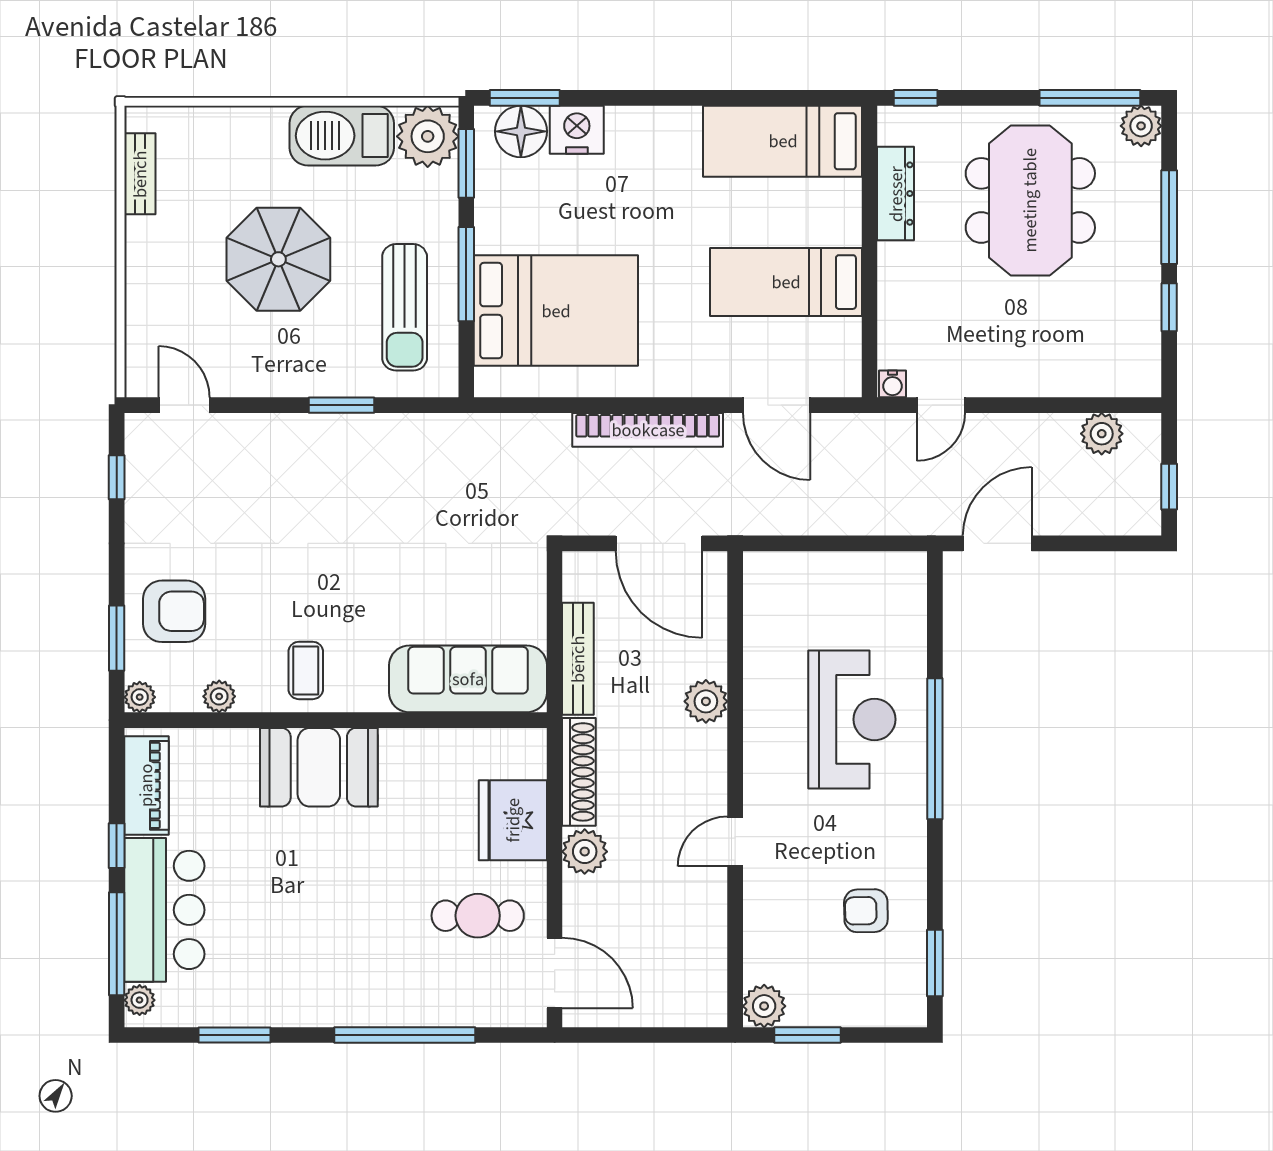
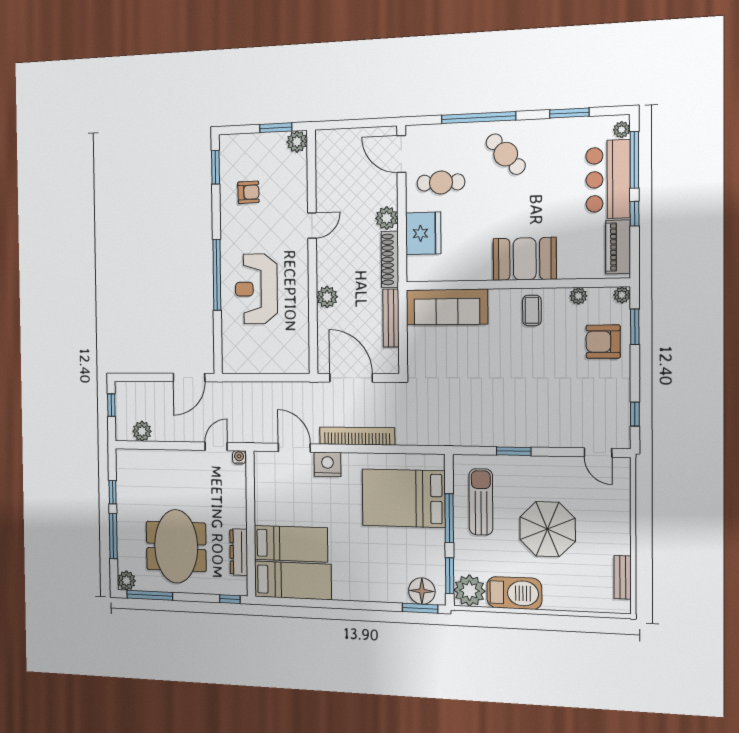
nightstand: (577, 130) -> (327, 464), moved, turned 180
bed: (786, 282) -> (291, 544), moved
cafe table: (354, 964) -> (506, 154), added

